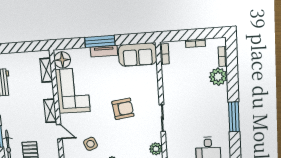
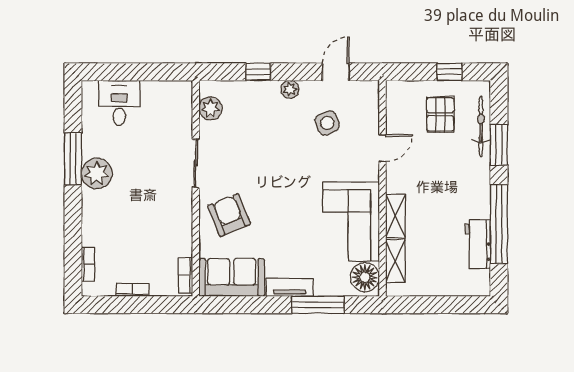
window: (100, 41) -> (318, 305), moved
plant: (218, 77) -> (97, 173), moved
armchair: (123, 109) -> (229, 215), moved, turned 76
shelving: (50, 111) -> (395, 216), moved
door: (59, 132) -> (382, 148), swing flipped

